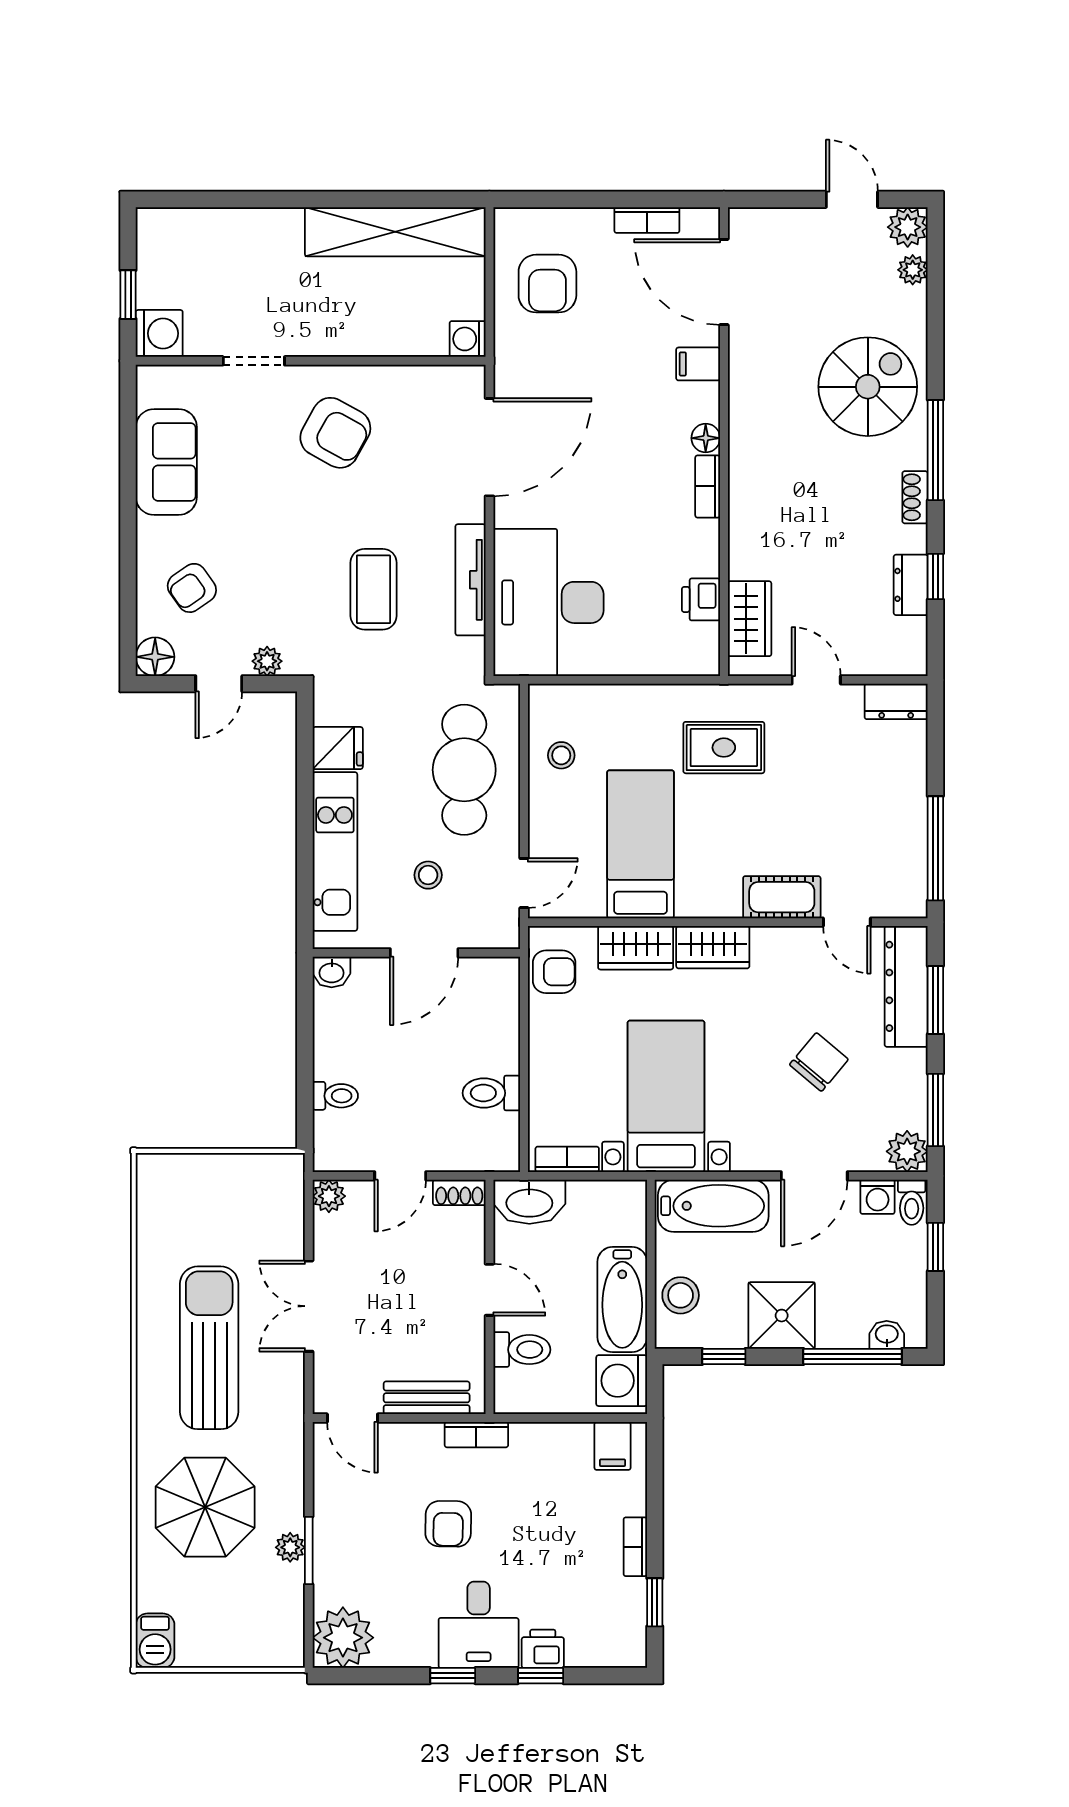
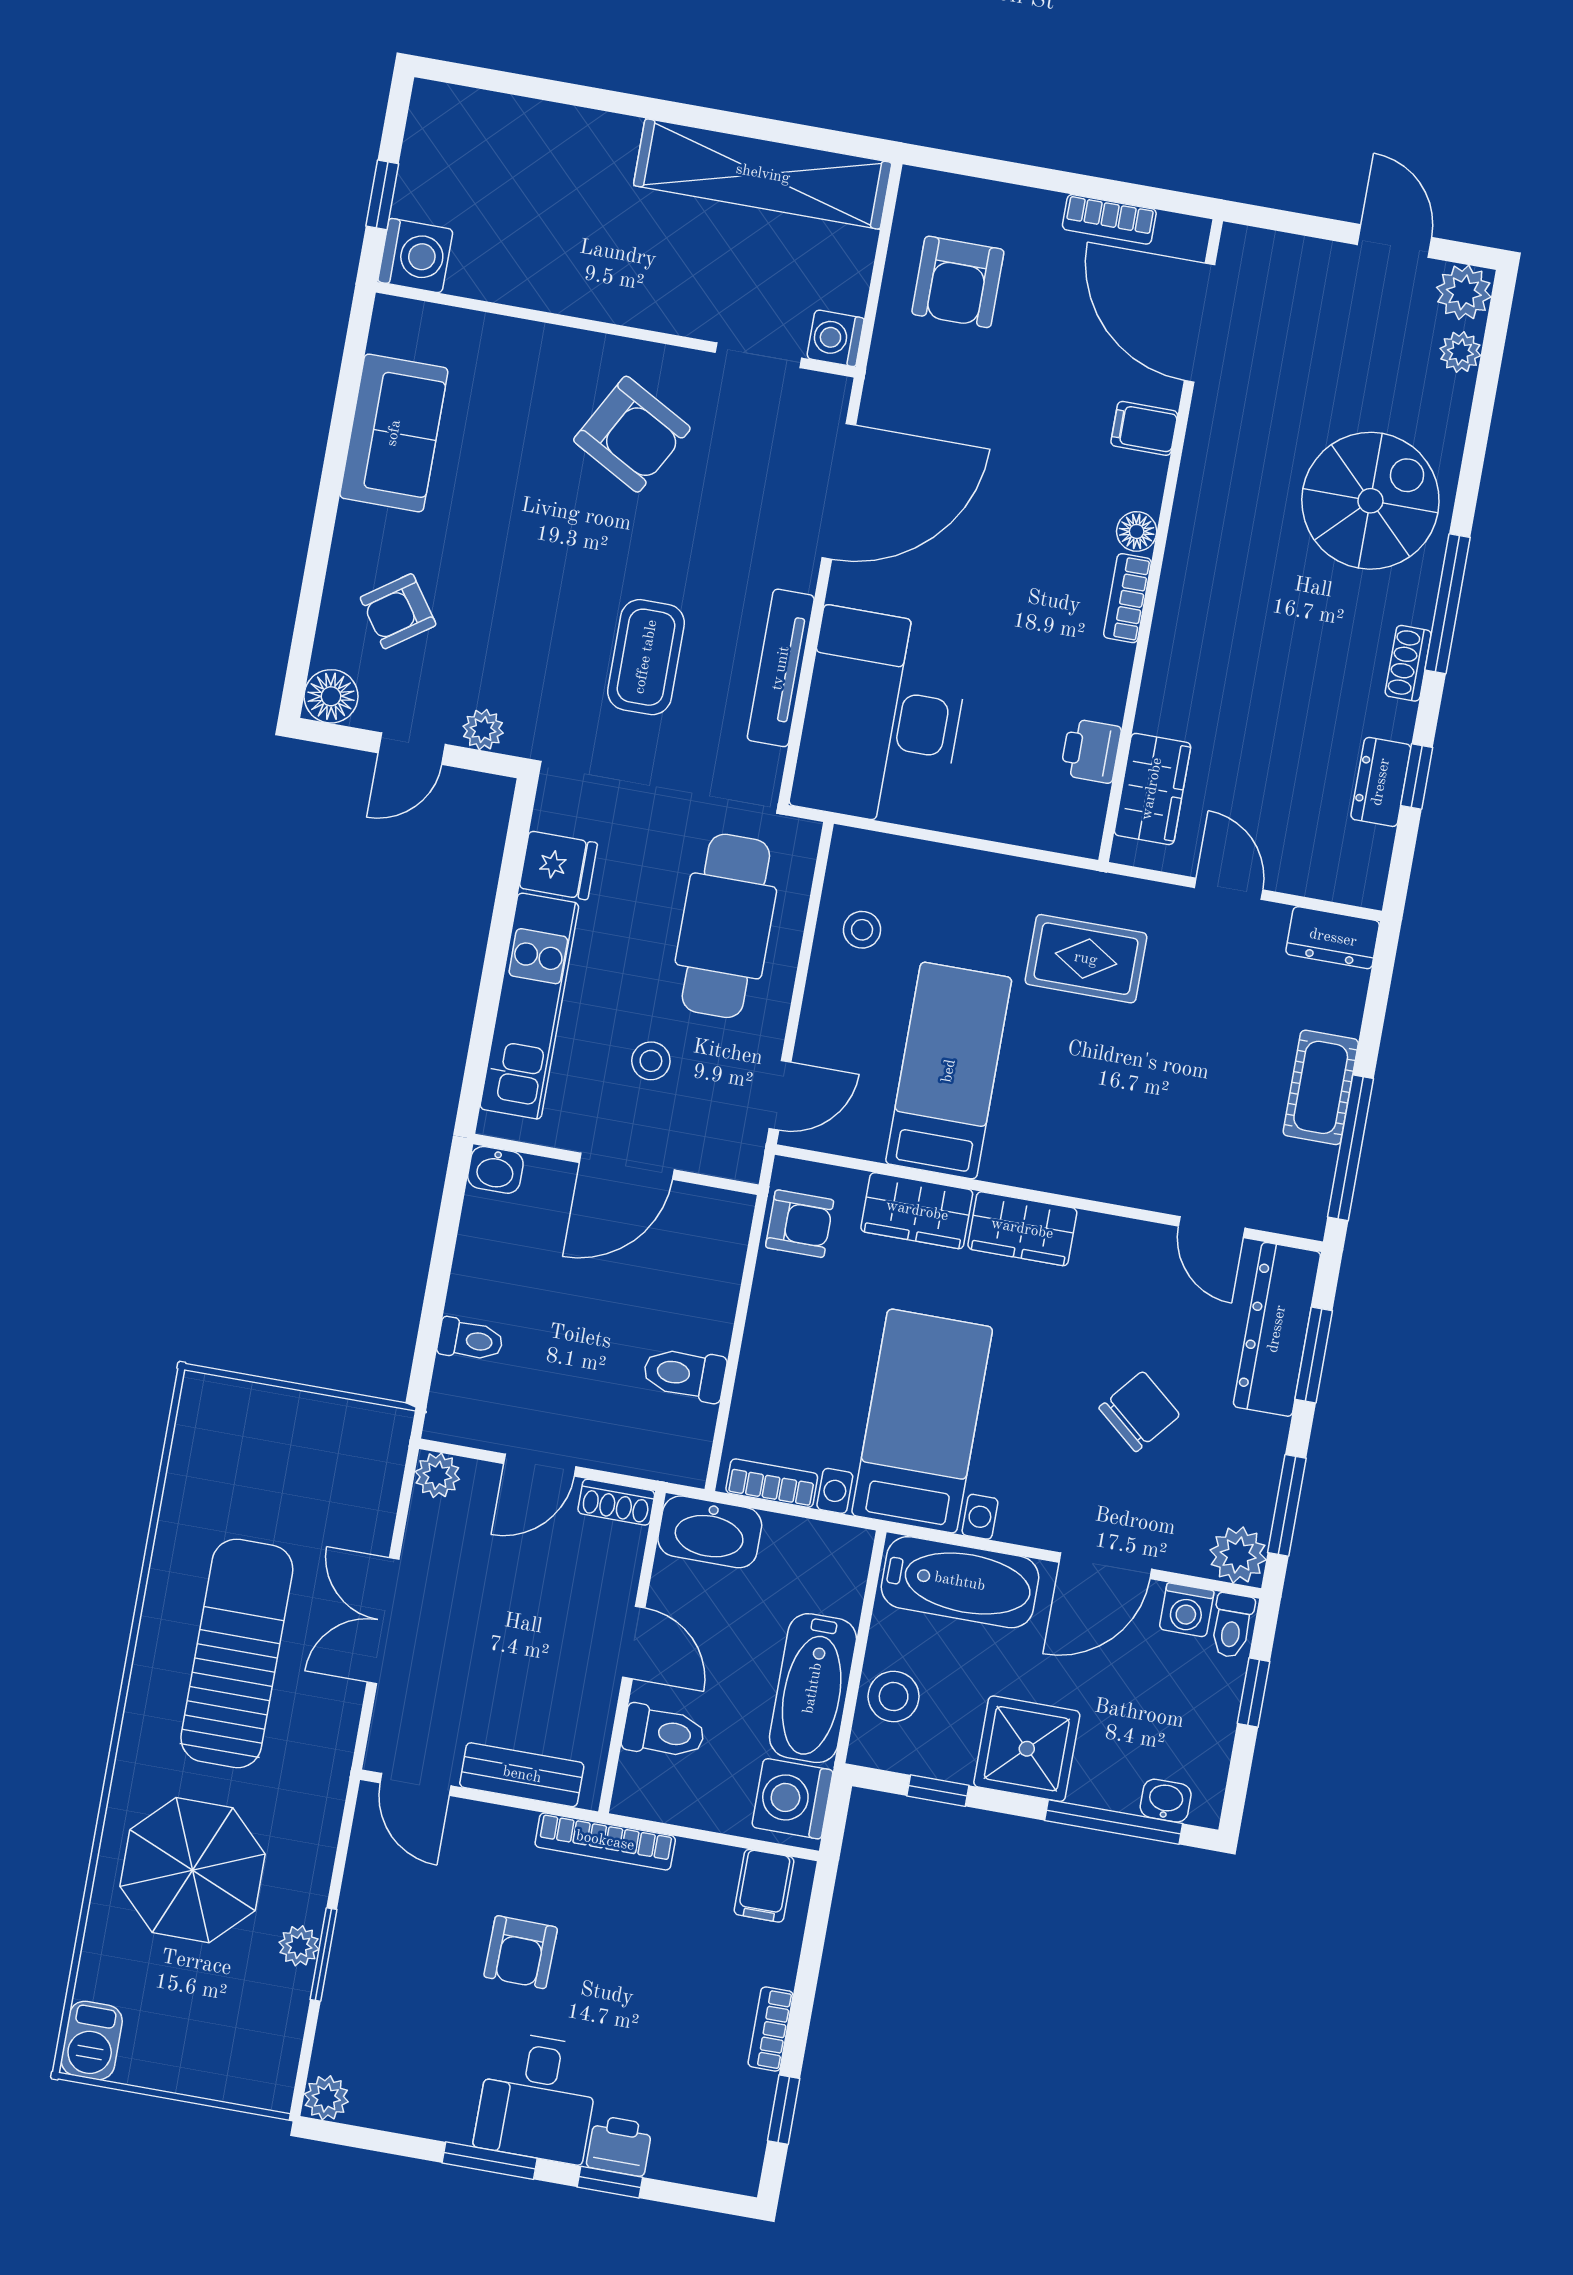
doorway: (254, 361) -> (758, 355), moved
cot: (782, 897) -> (1321, 1087), moved, turned 90
bookcase: (476, 1435) -> (605, 1841), width x1.56
plant: (343, 1638) -> (326, 2098), width x0.53, depth x0.53
window: (453, 1676) -> (490, 2161), width x1.50

